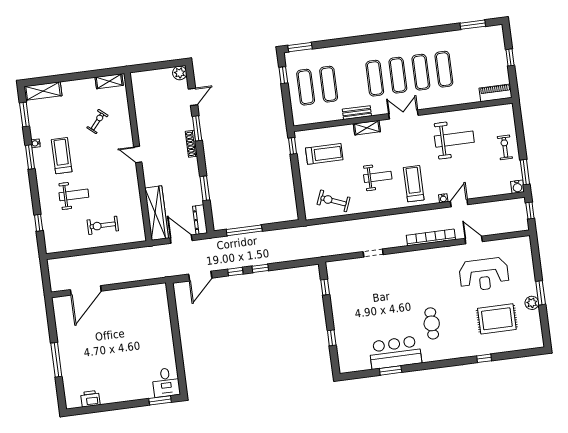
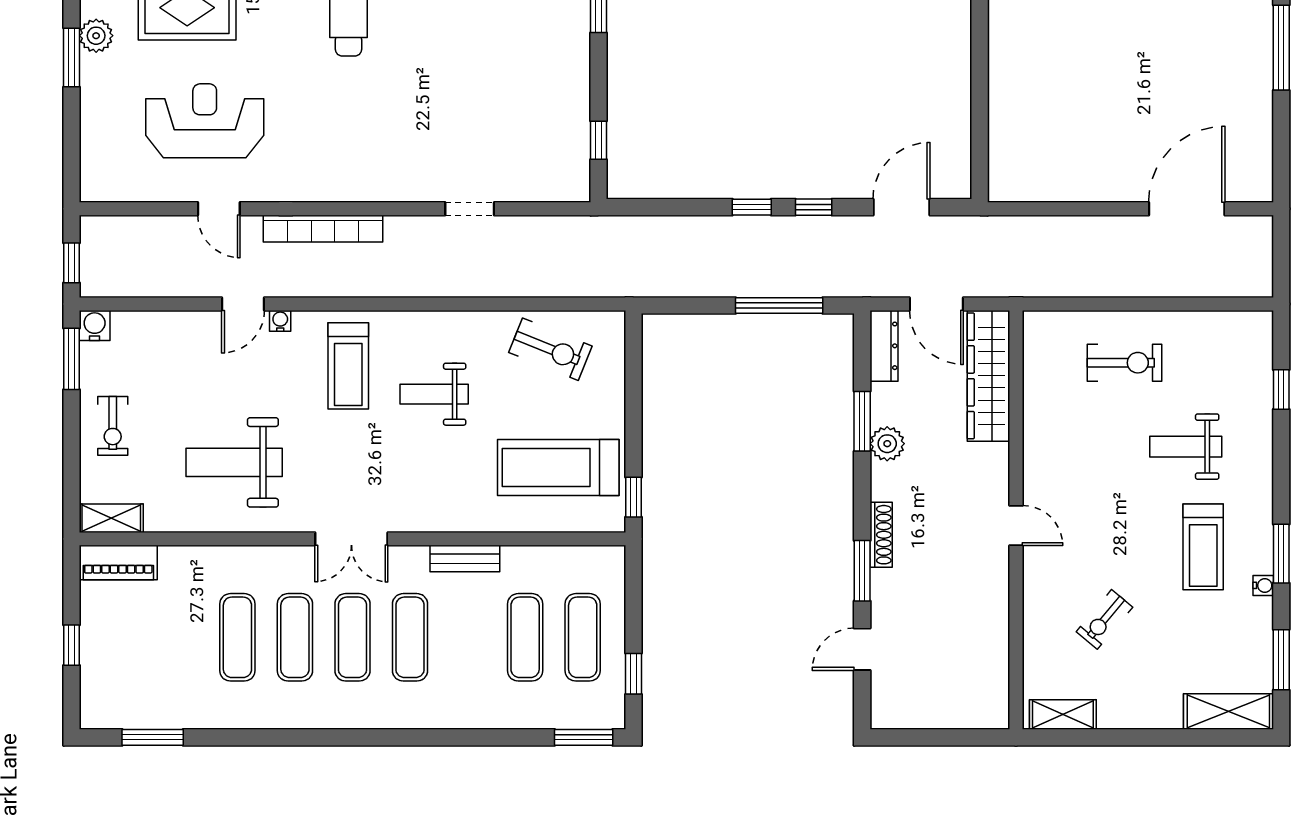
plant: (180, 73) -> (887, 444), moved
shelving: (367, 128) -> (111, 518), moved
treadmill: (324, 154) -> (558, 468), width x1.37, depth x1.38

